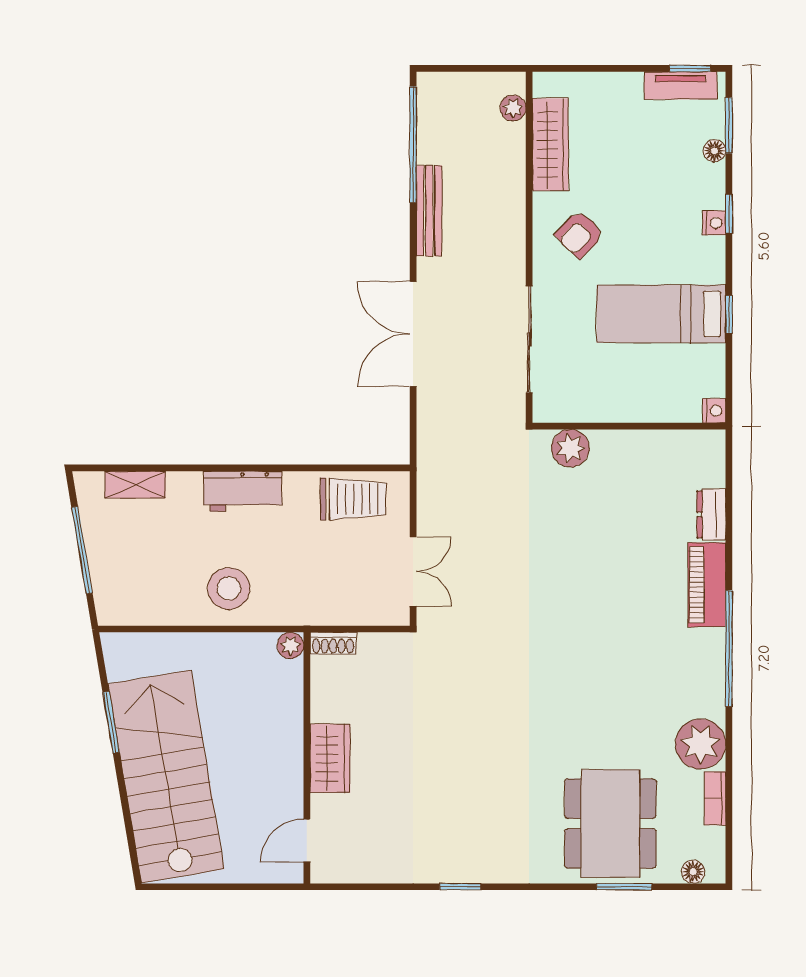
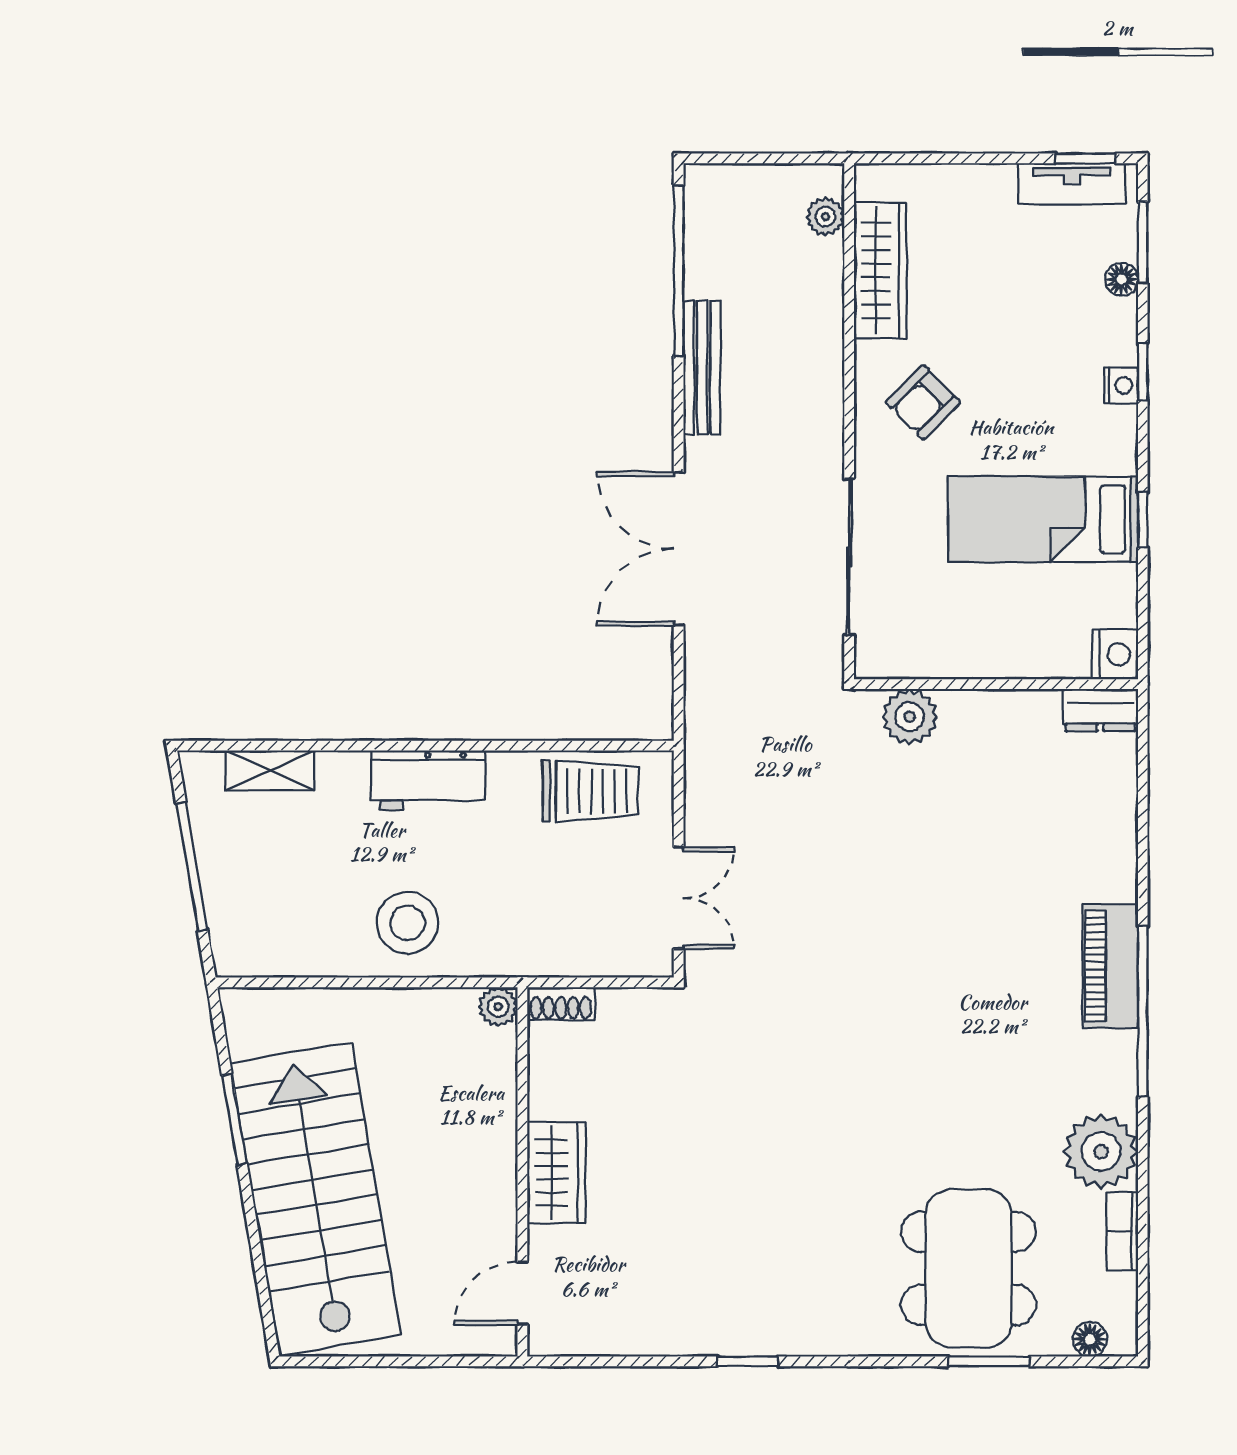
nightstand: (714, 411) -> (1115, 654), width x1.39, depth x1.35
dresser: (711, 514) -> (1100, 710), moved, turned -90
piano: (707, 585) -> (1110, 966), moved

